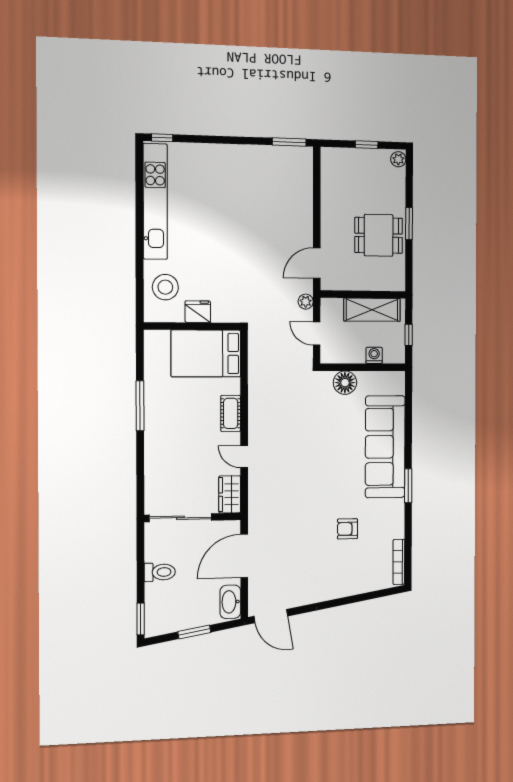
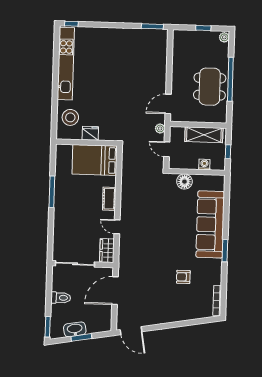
window: (409, 224) -> (230, 79), width x2.11
dining table: (379, 235) -> (210, 87), width x1.38
washbasin: (230, 602) -> (75, 329), moved, turned 80

